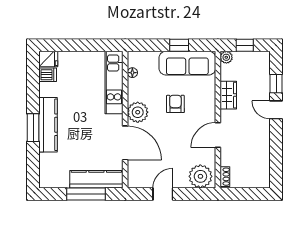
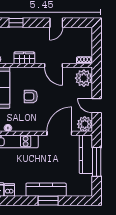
door: (276, 110) -> (56, 23), moved
plant: (138, 112) -> (85, 124), moved

